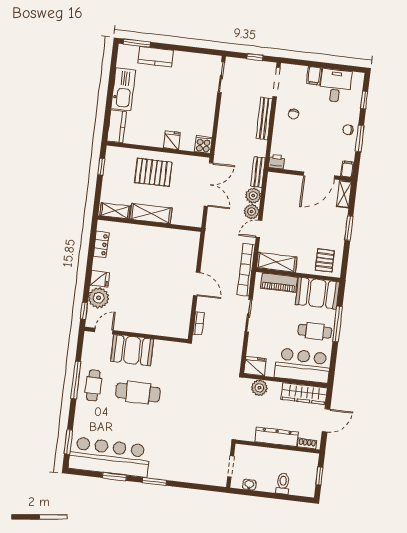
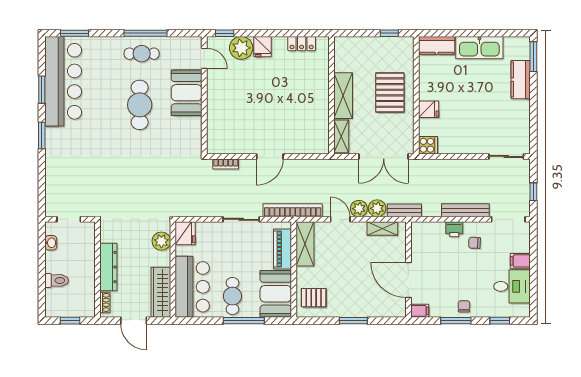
printer: (277, 162) -> (454, 229), moved, turned 90
shelving: (344, 194) -> (382, 229), moved
shelving: (115, 211) -> (341, 136), moved

